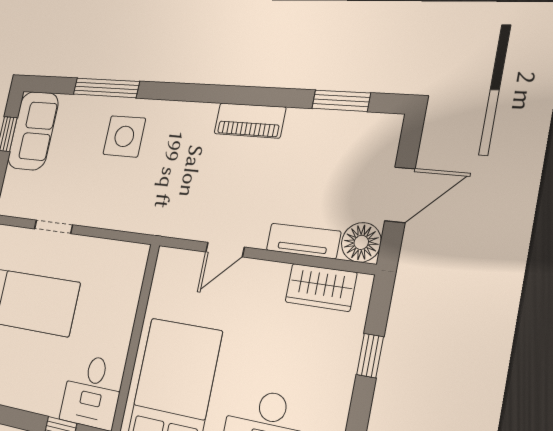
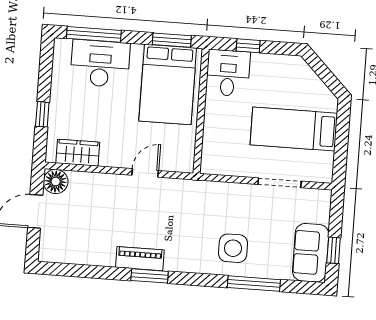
window: (341, 101) -> (150, 276), moved
doorway: (53, 227) -> (280, 183), width x1.38
tv unit: (303, 241) -> (93, 181), removed

